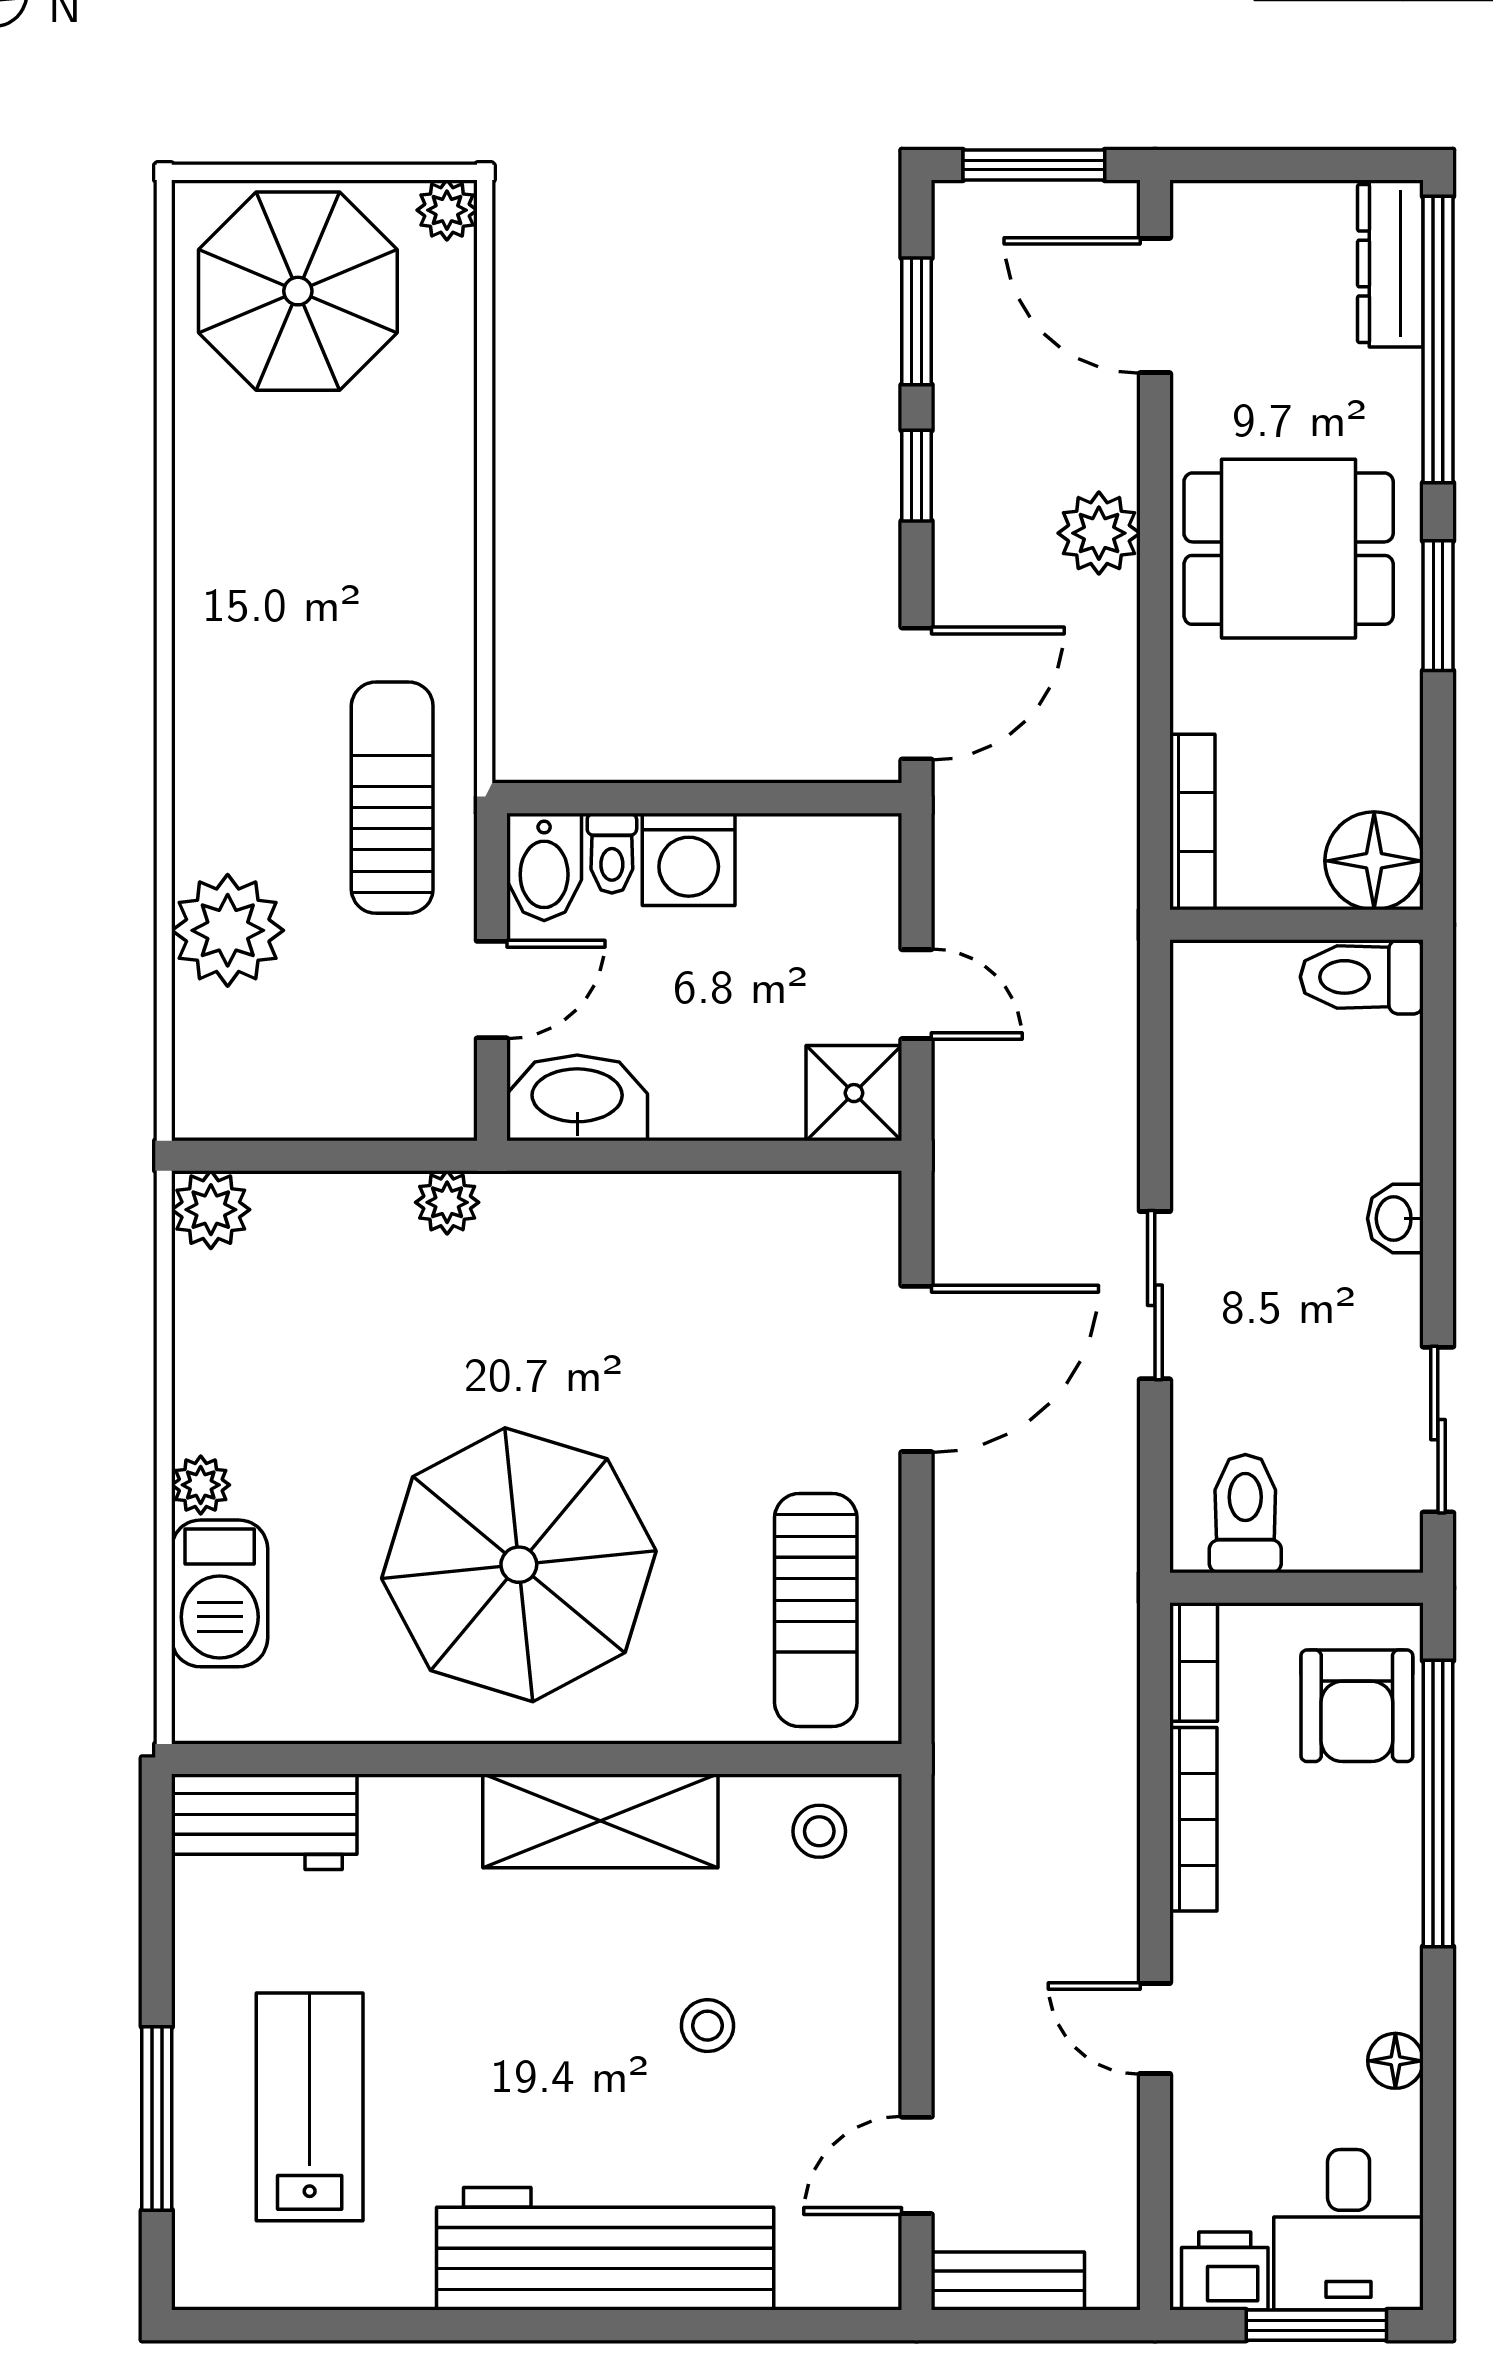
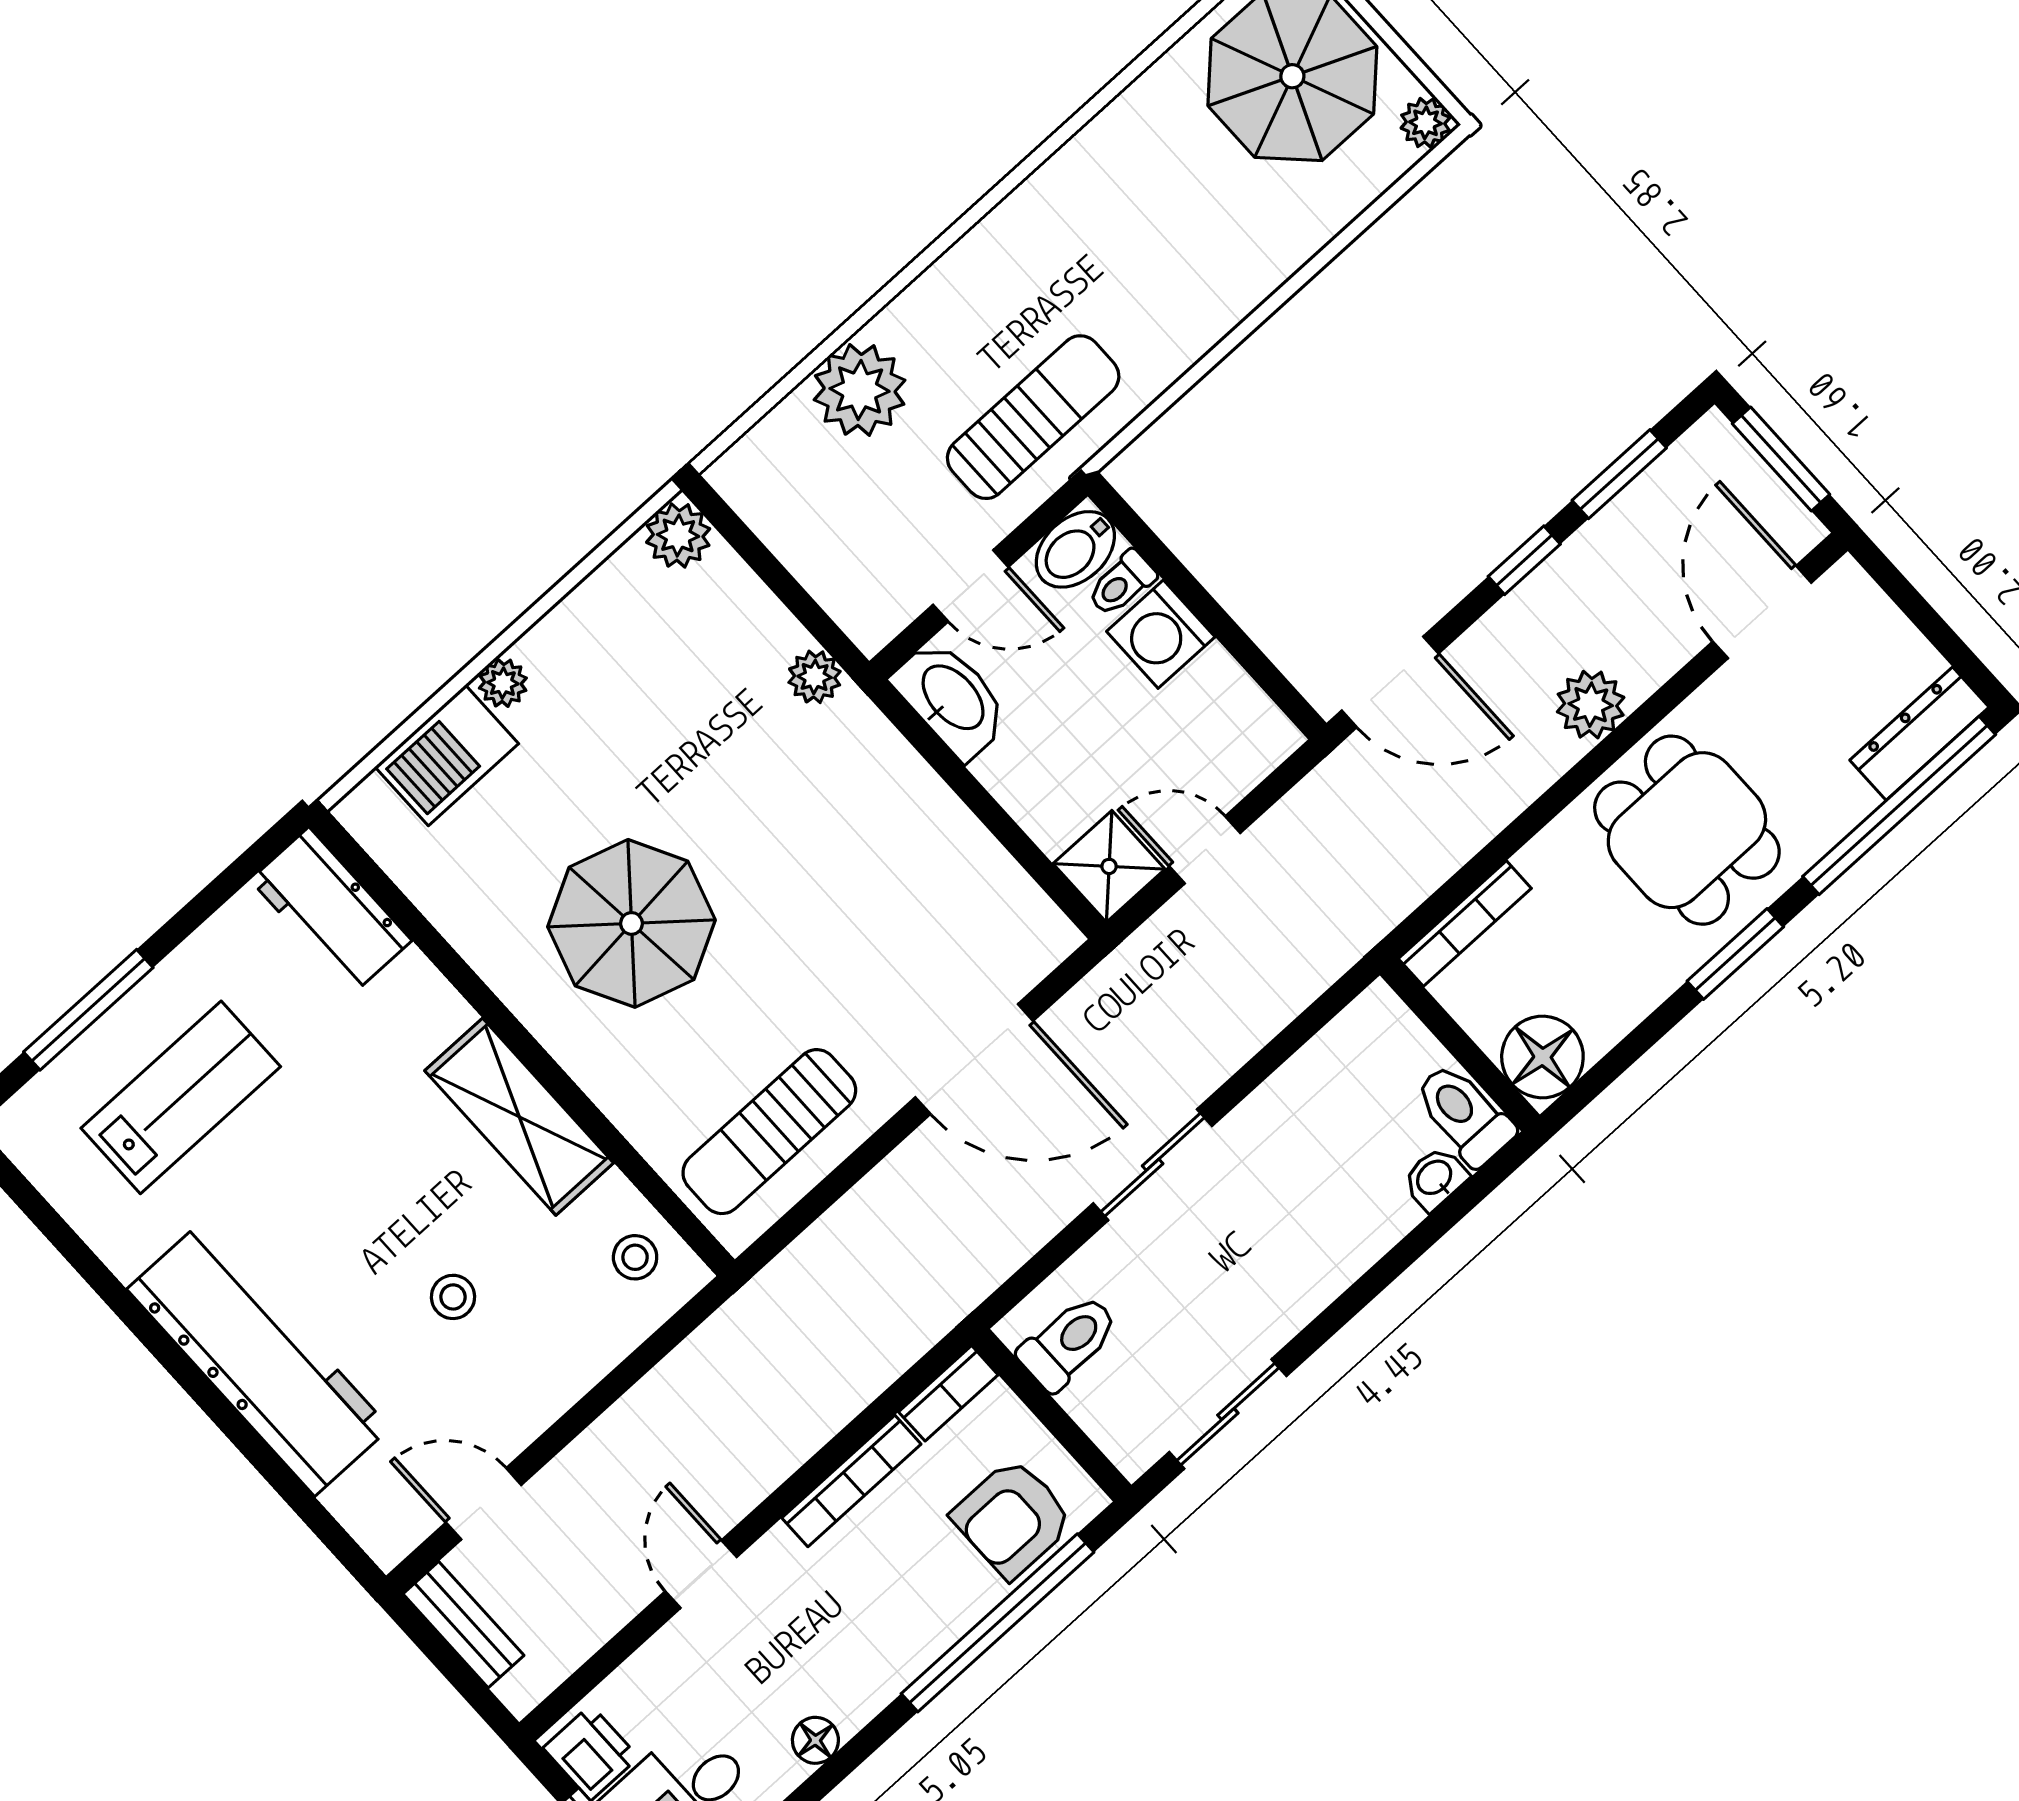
door: (917, 994) -> (1205, 850), swing flipped
washbasin: (1395, 1219) -> (1435, 1178), moved
parasol: (519, 1565) -> (631, 923), width x0.73, depth x0.73

